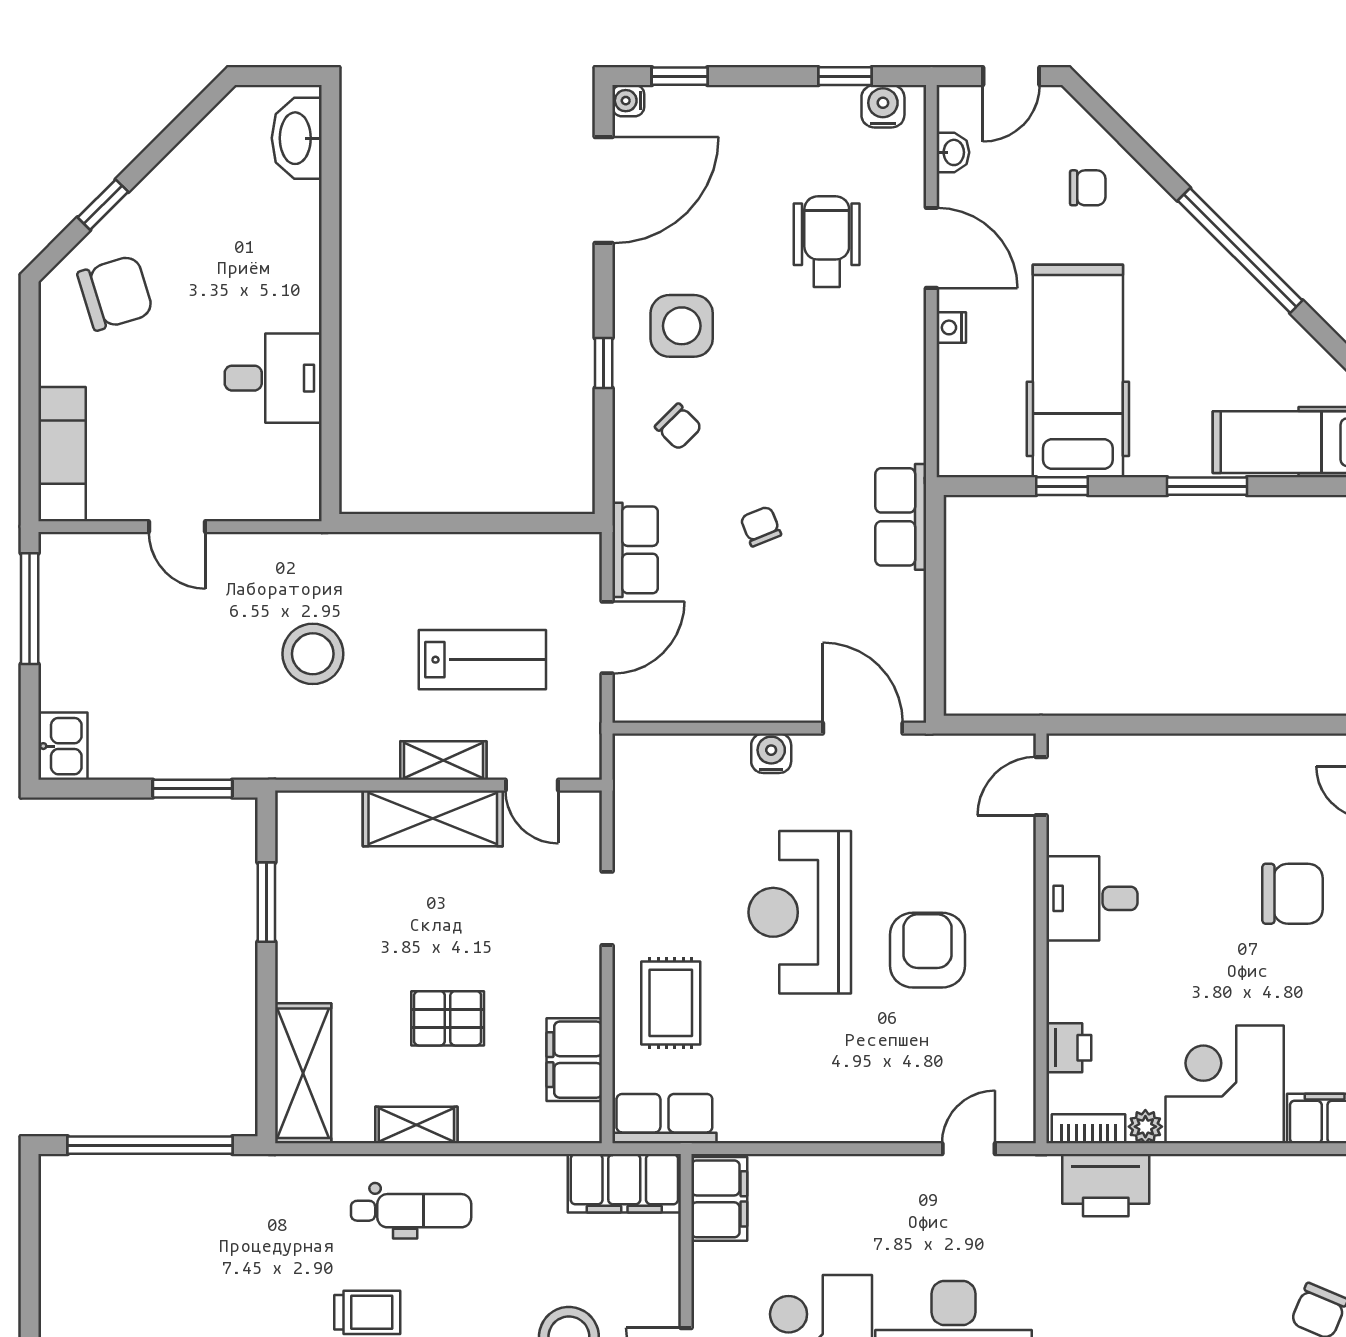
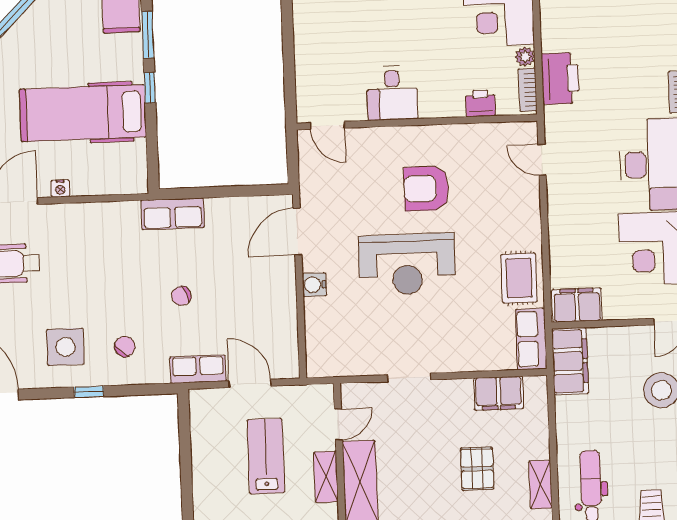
window: (1062, 486) -> (150, 88), moved
rug: (671, 1003) -> (519, 278), moved, turned 90

